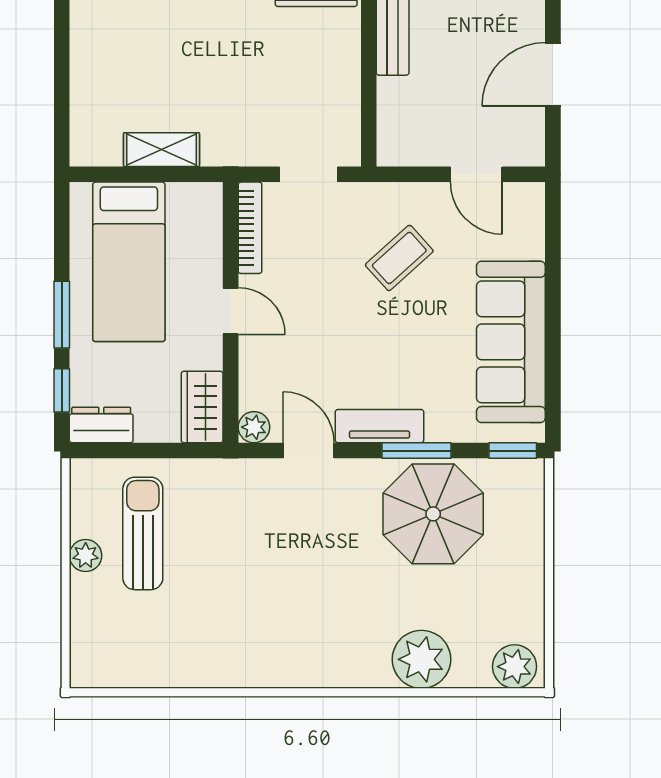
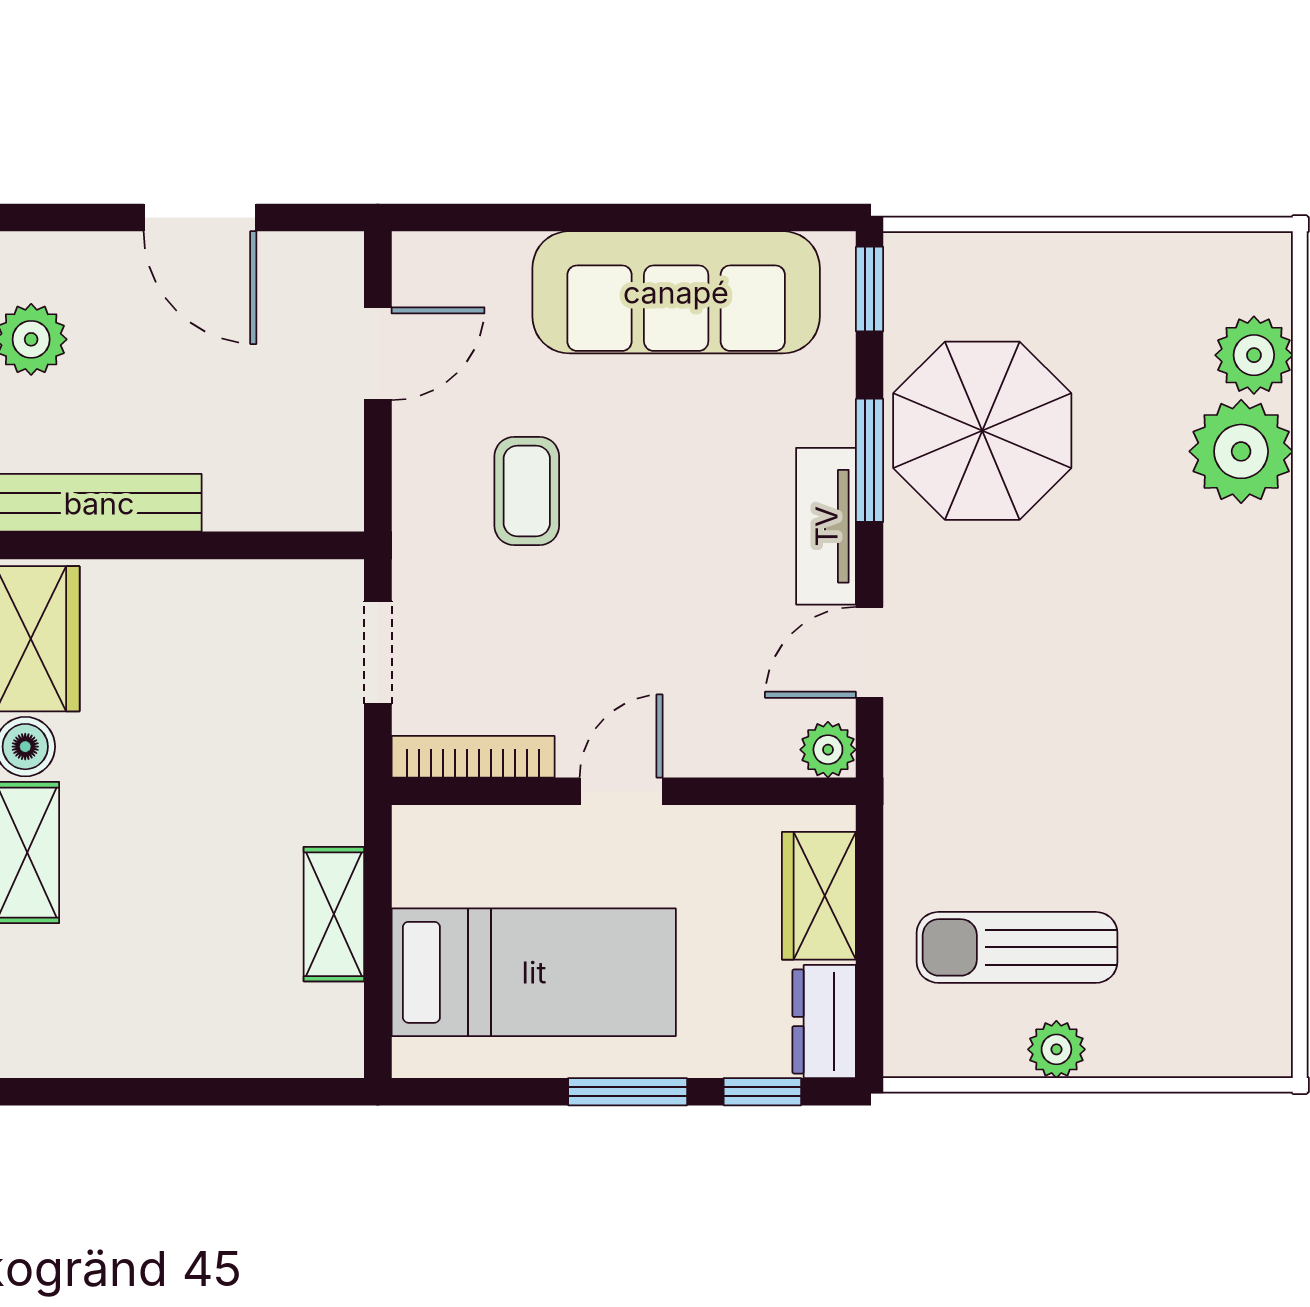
coffee table: (399, 258) -> (527, 491), turned 42
wardrobe: (202, 407) -> (819, 896), moved, turned 90
plant: (515, 667) -> (1254, 355), moved

